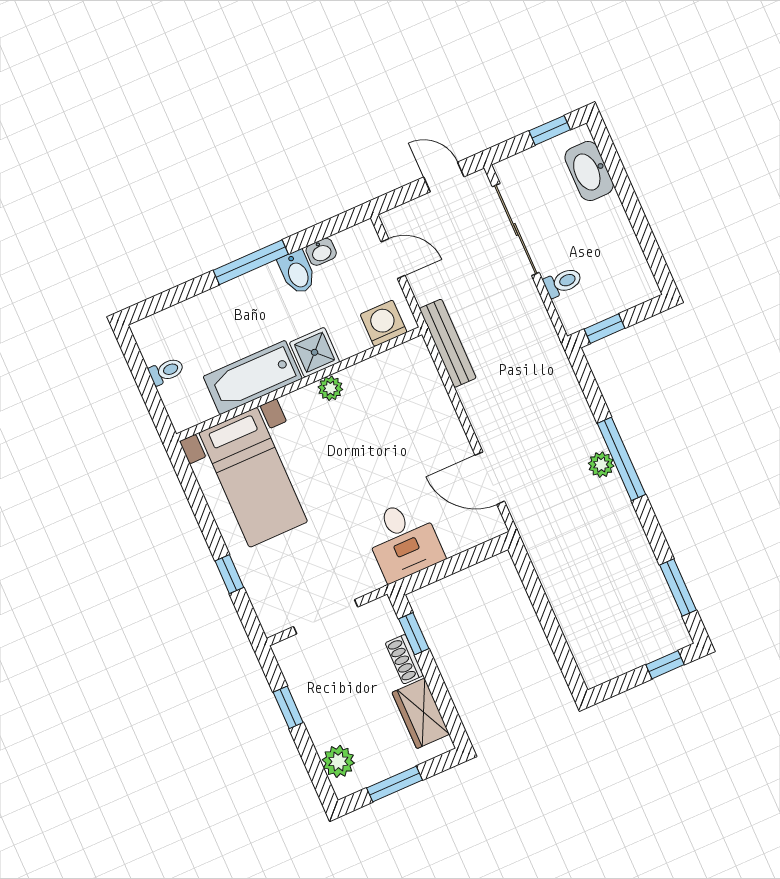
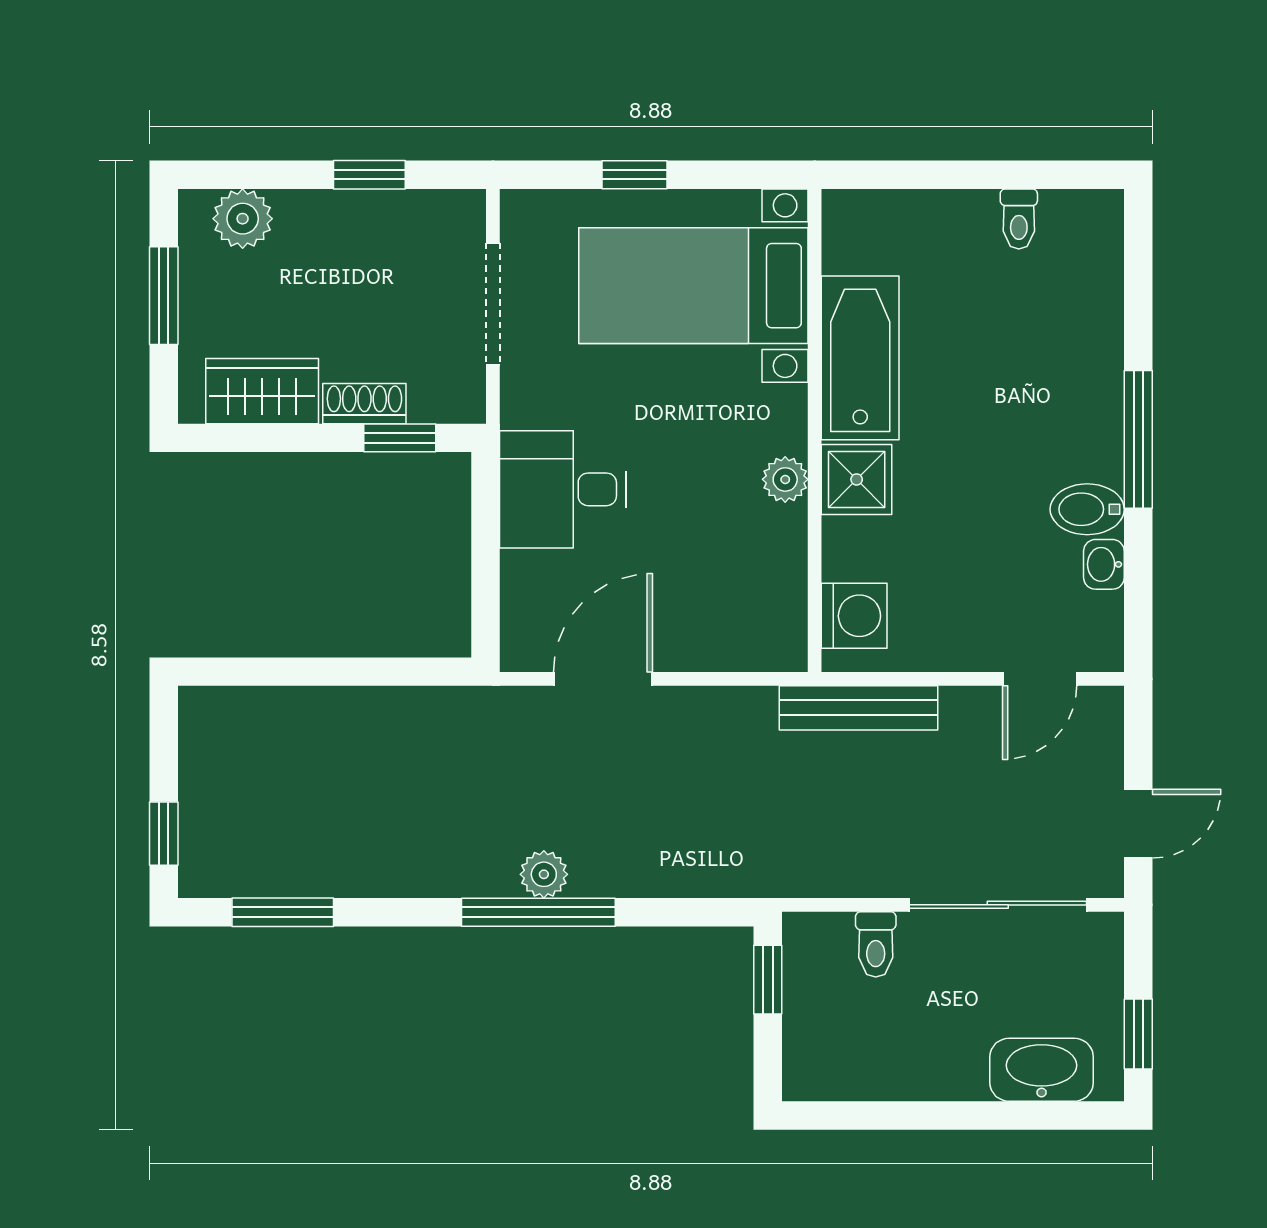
washing machine: (384, 323) -> (854, 616), moved
shower: (315, 352) -> (857, 479), moved
bathtub: (253, 377) -> (860, 358), moved
wall: (299, 384) -> (815, 431), moved
plant: (330, 388) -> (785, 479), moved
bed with nightstands: (253, 477) -> (693, 286), moved

